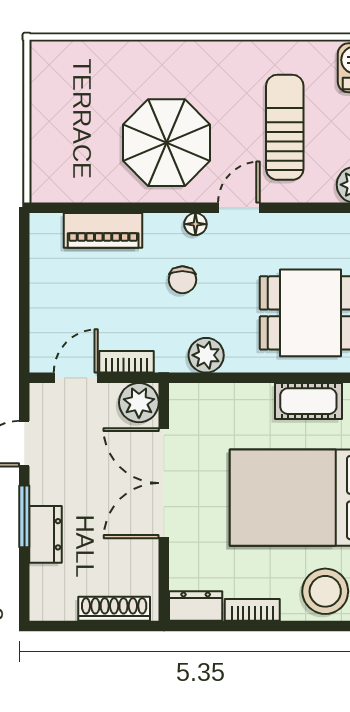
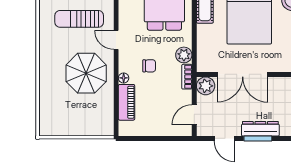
floor lamp: (195, 224) -> (124, 78), moved
bookcase: (127, 362) -> (187, 77), moved
door: (76, 378) -> (194, 115), hinge flipped
dresser: (45, 534) -> (260, 129), width x1.44

